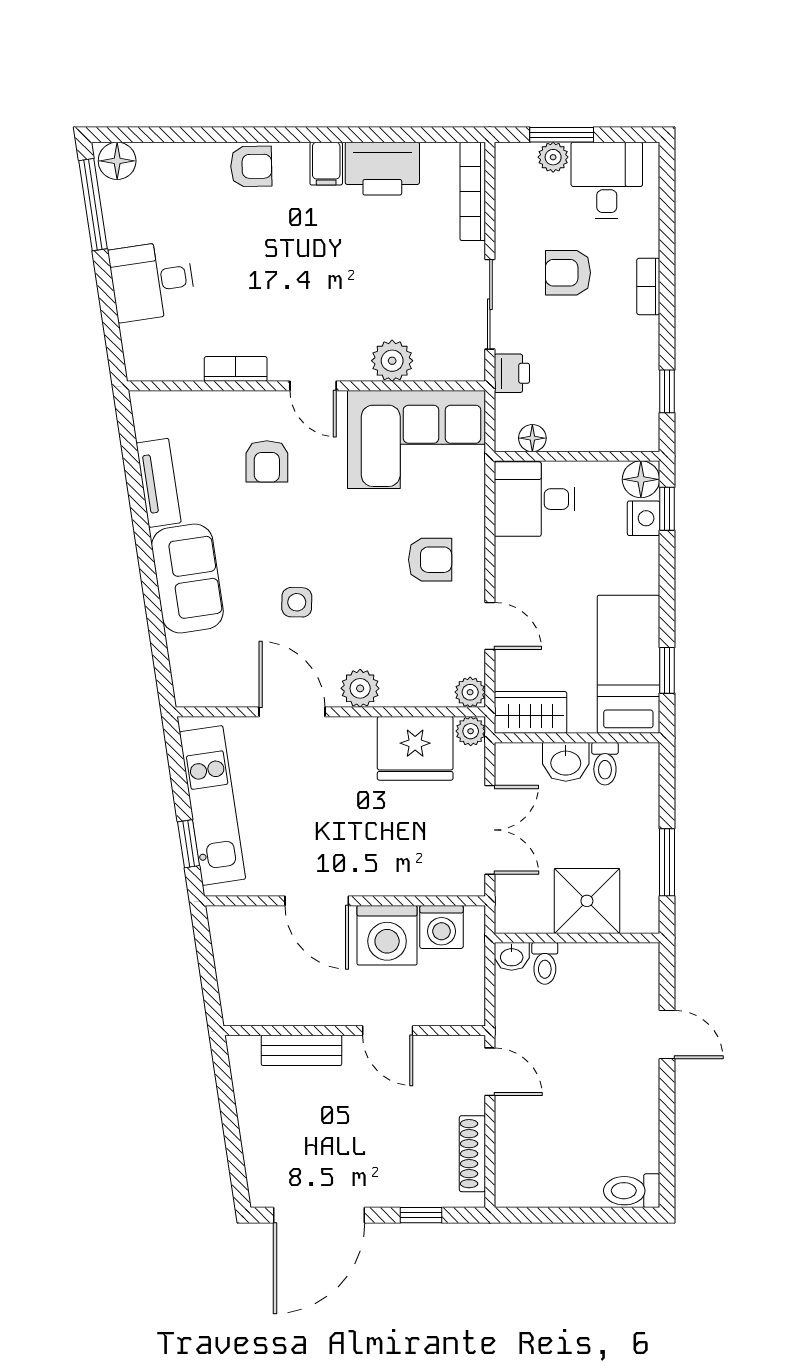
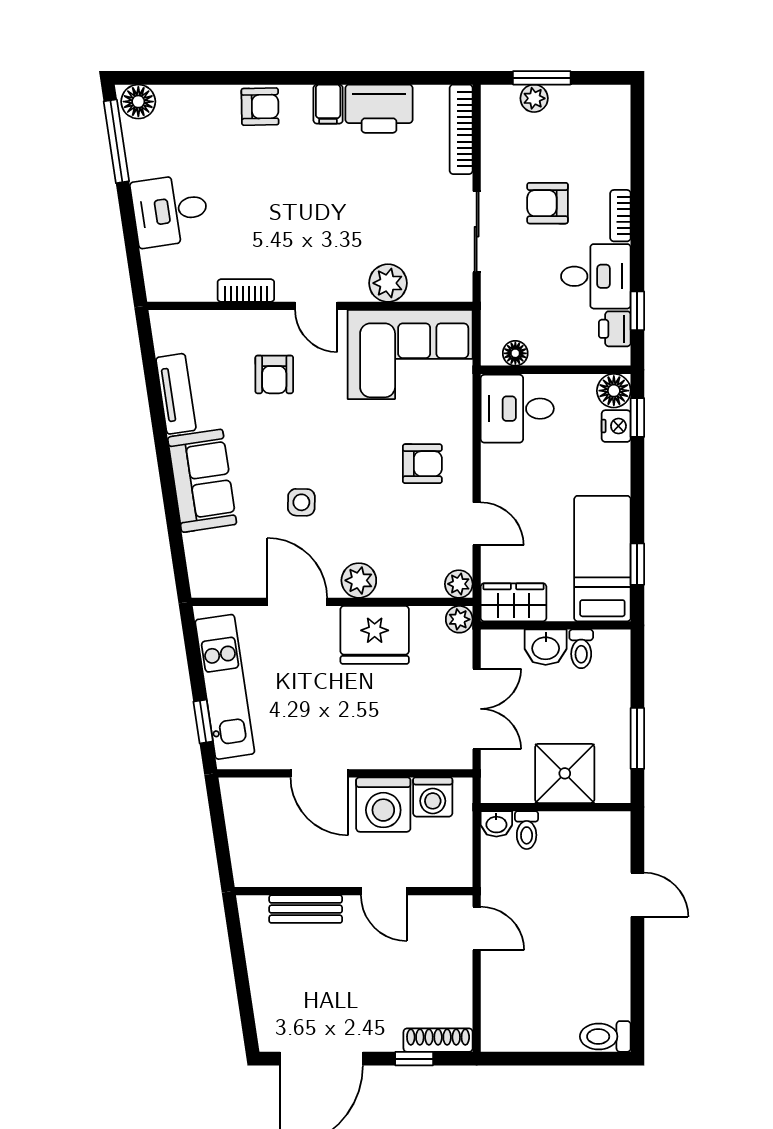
desk: (607, 180) -> (596, 276), moved, turned 90
printer: (512, 373) -> (615, 329), moved, turned 180
fridge: (415, 748) -> (375, 635), moved
shoe rack: (472, 1154) -> (438, 1040), moved, turned 90

